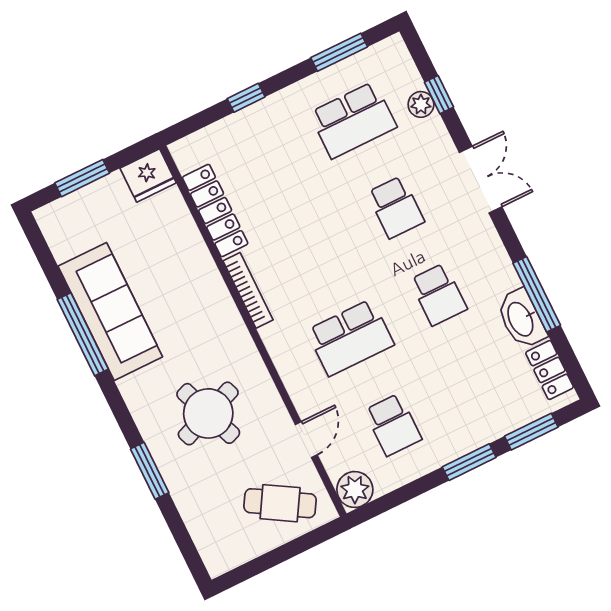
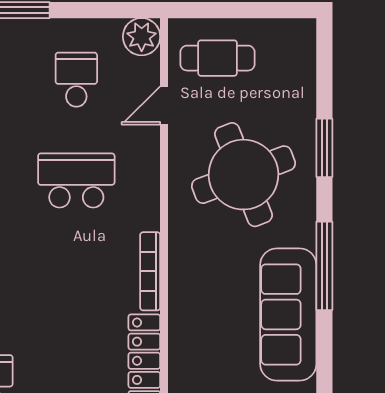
window: (83, 334) -> (324, 266), moved
round table: (208, 413) -> (243, 175), width x1.36, depth x1.36
cafe table: (280, 503) -> (218, 58), turned -31

